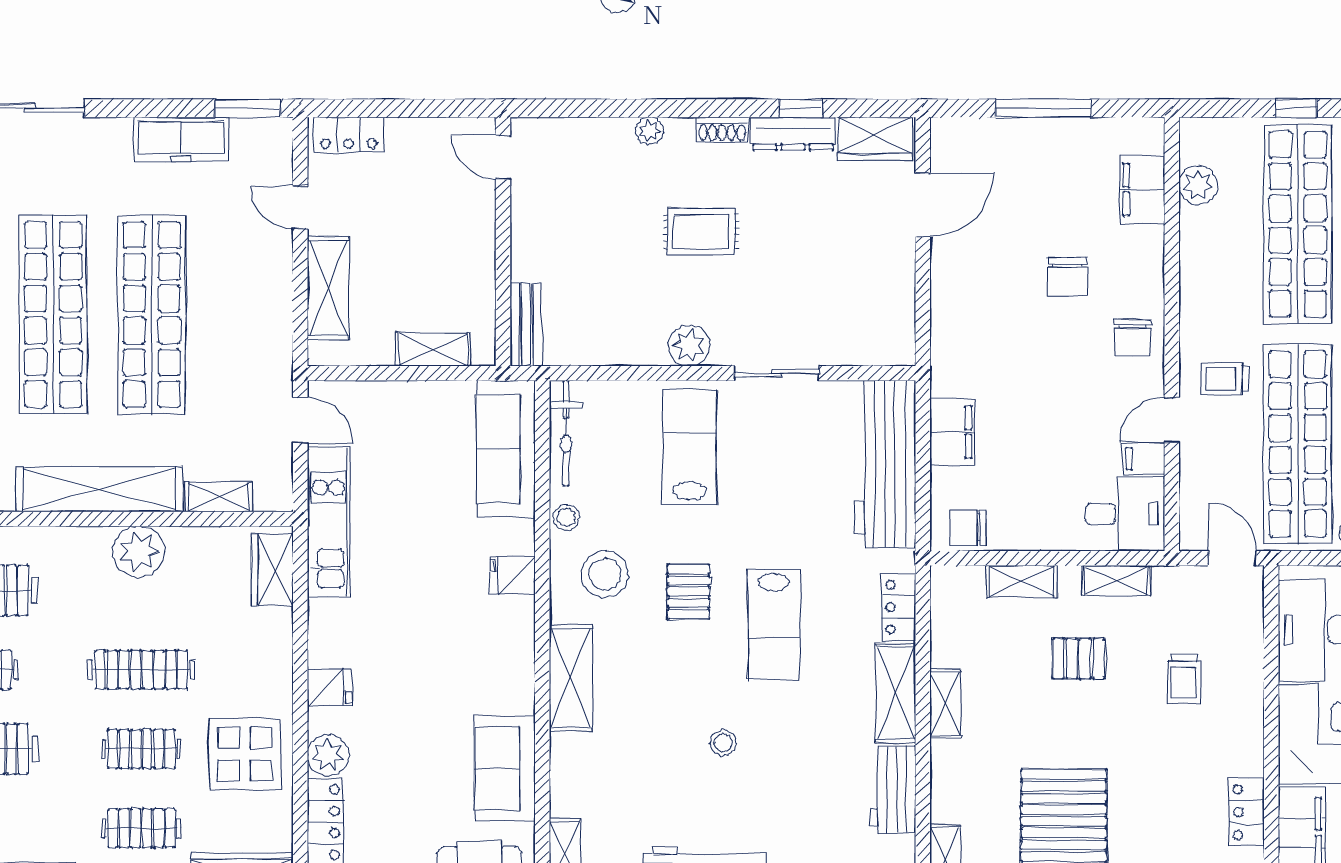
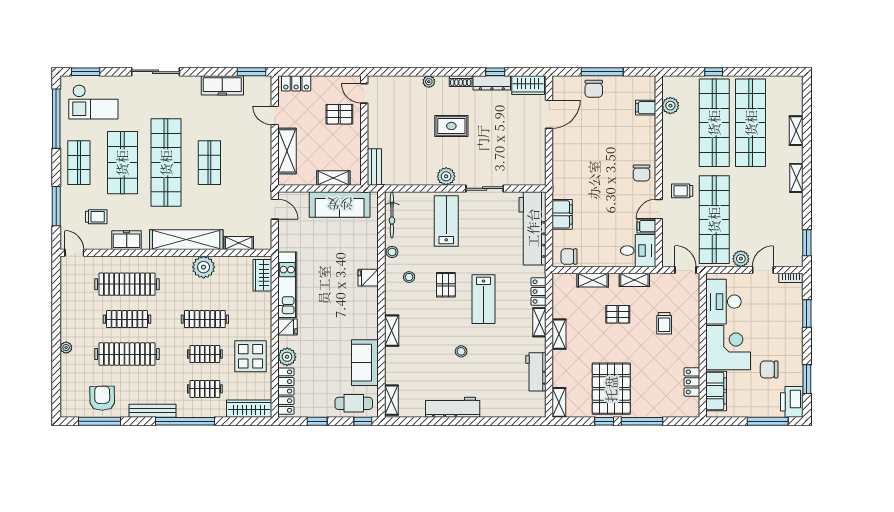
filing cabinet: (1142, 190) -> (646, 108), width x0.50
pallet: (447, 205) -> (339, 114), added
chair: (1067, 277) -> (594, 89), moved
shop shelf: (152, 315) -> (209, 163), width x0.50, depth x0.74
sofa: (506, 449) -> (340, 204), moved, turned -90
kitchen unit: (329, 522) -> (287, 285), moved
stool: (605, 574) -> (409, 277), width x0.53, depth x0.53
shelving: (571, 678) -> (392, 331), width x0.67, depth x0.75
shelving: (896, 693) -> (539, 322), width x0.67, depth x0.75

